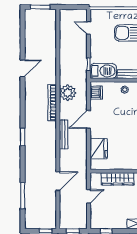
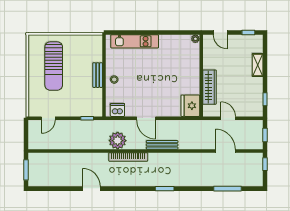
barbecue: (103, 71) -> (94, 102), removed
fridge: (99, 149) -> (190, 106), moved, turned -90
door: (58, 181) -> (225, 151), moved

